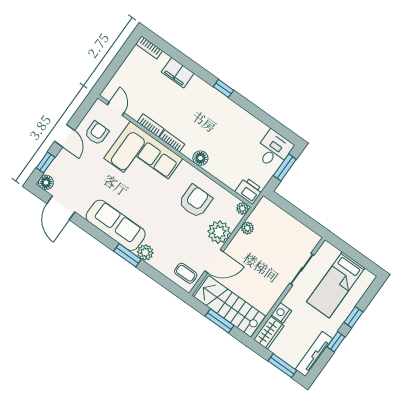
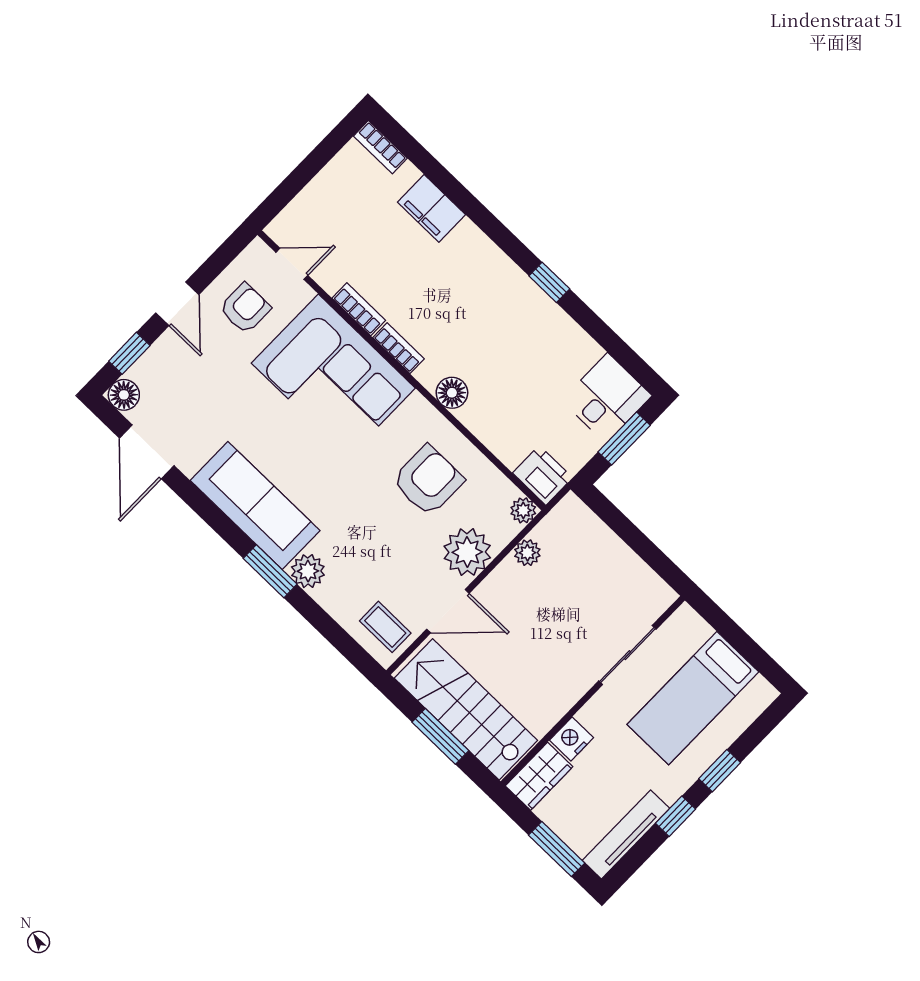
window: (223, 88) -> (549, 282), moved
door: (116, 109) -> (292, 264), hinge flipped

